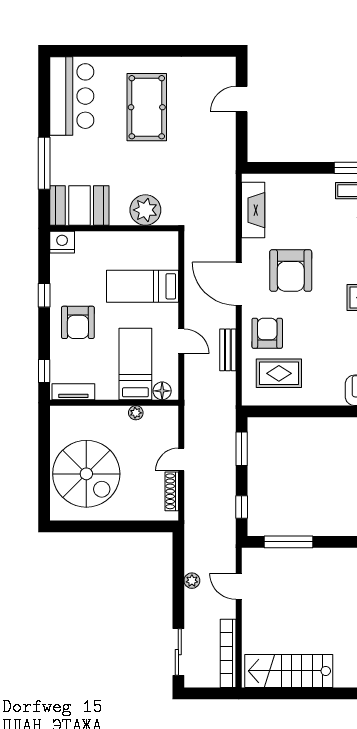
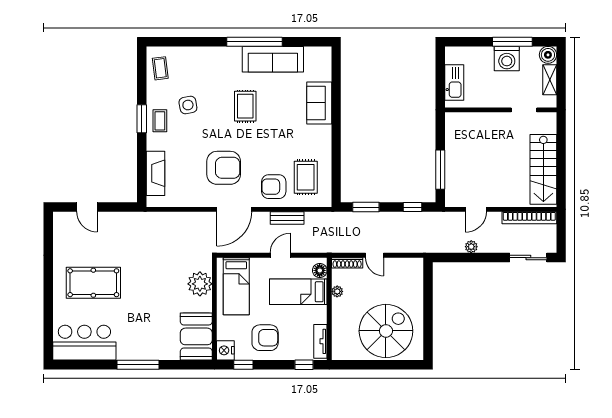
booth: (79, 206) -> (196, 336), moved
plant: (145, 210) -> (200, 284), moved
fireplace: (253, 210) -> (155, 173), moved, turned 90
wall: (114, 228) -> (214, 309), moved
nightstand: (62, 242) -> (225, 350), moved
shoe rack: (172, 491) -> (347, 263), moved

